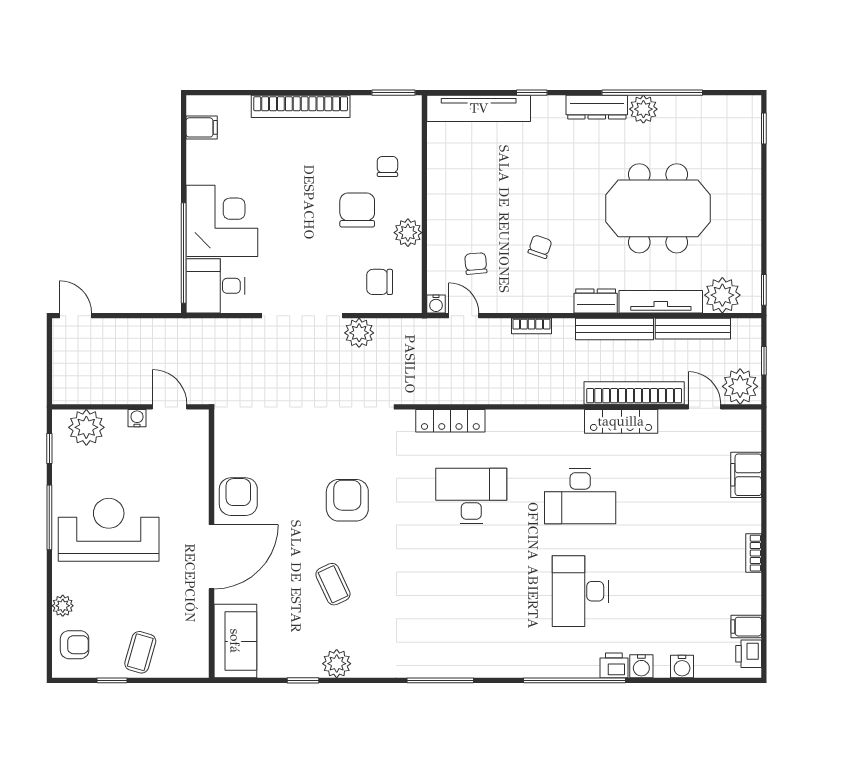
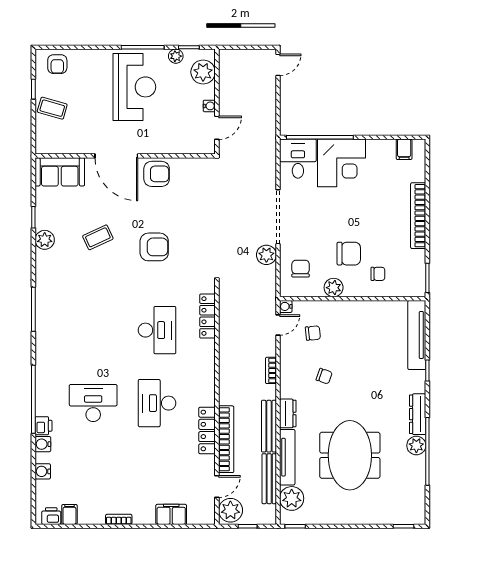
plant: (63, 606) -> (176, 56), moved

